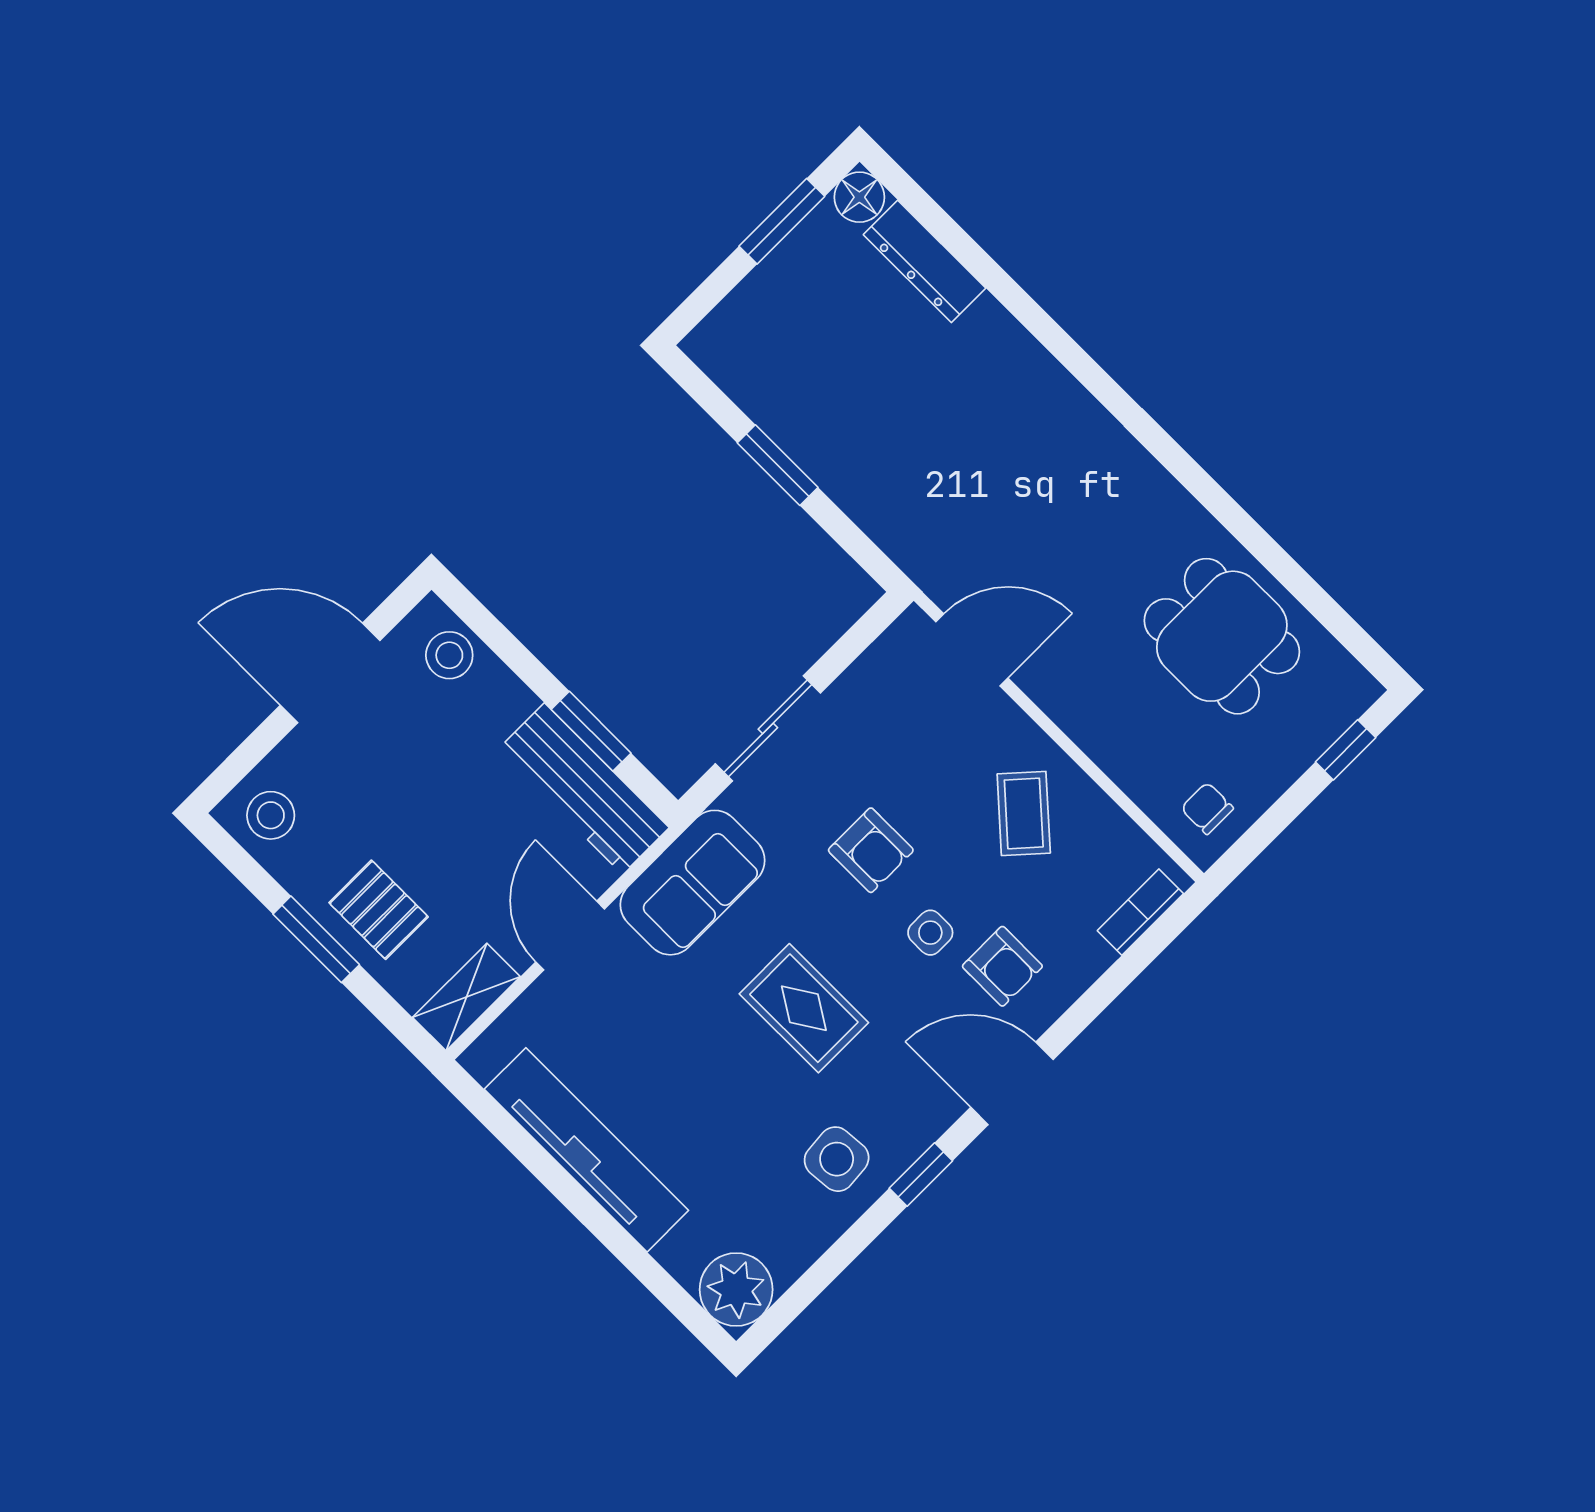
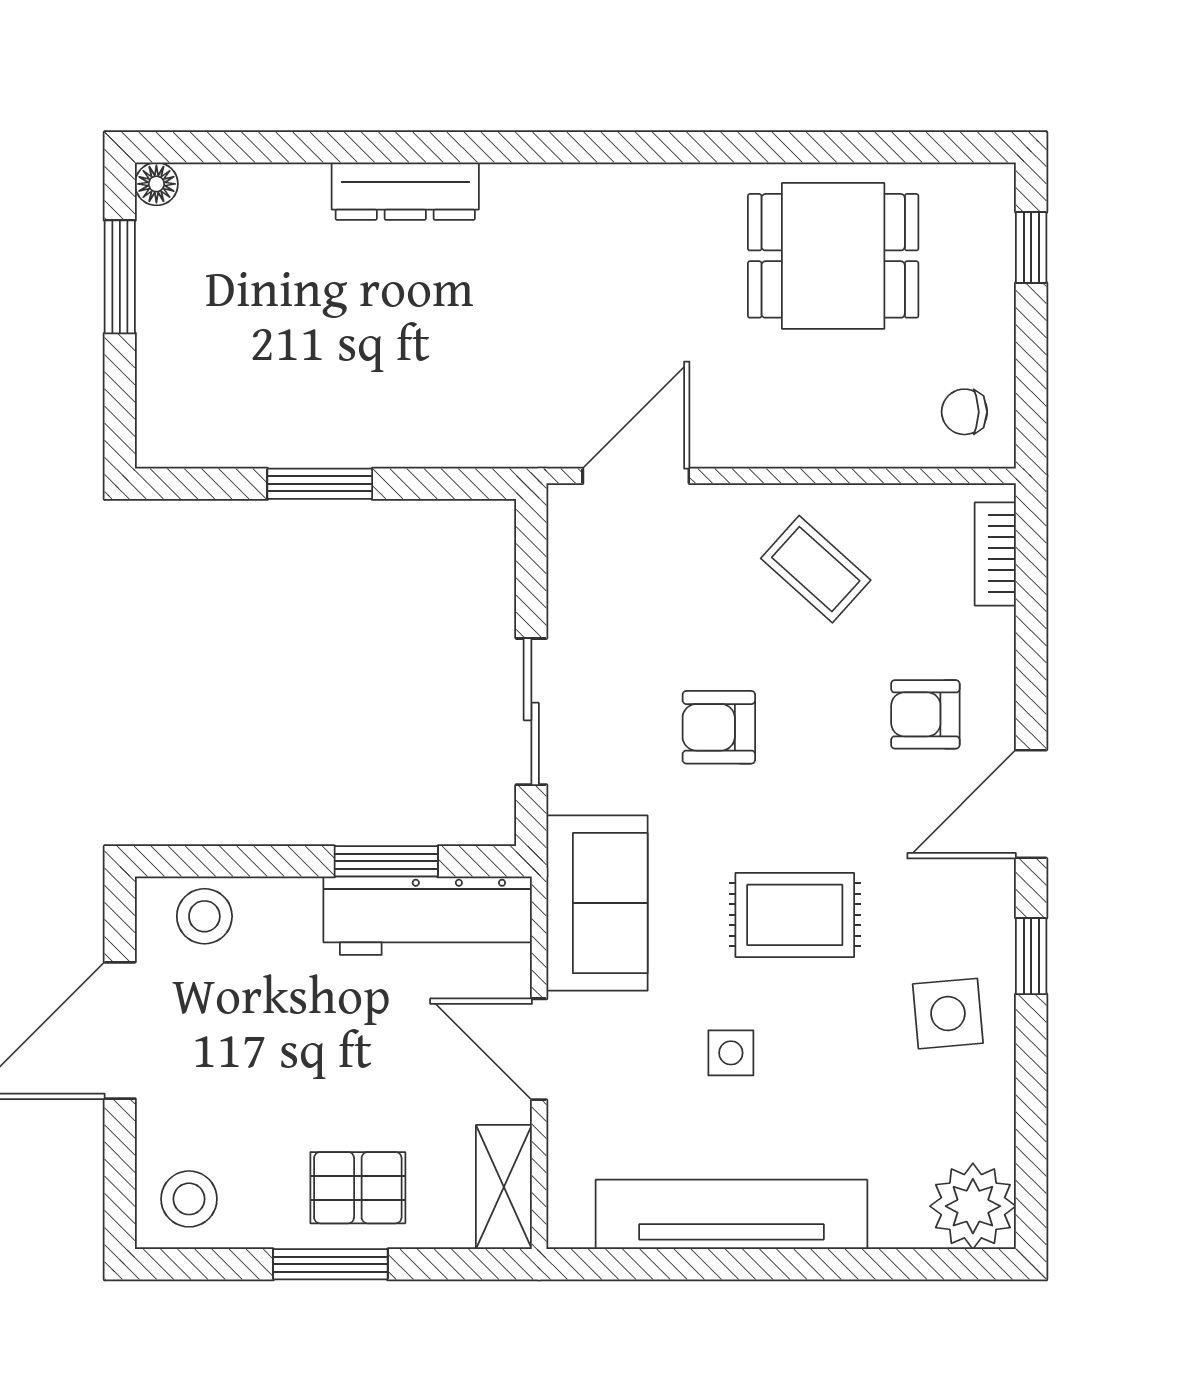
floor lamp: (859, 197) -> (156, 184), width x0.73, depth x0.73
dresser: (925, 261) -> (405, 191), moved
armchair: (871, 850) -> (719, 727), turned 180
side table: (930, 933) -> (731, 1053), moved
armchair: (1002, 966) -> (925, 714), turned 180

